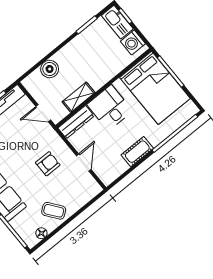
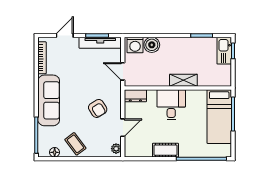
washing machine: (133, 42) -> (135, 45), moved, turned -90
bed: (155, 88) -> (219, 117), width x0.67
shelving: (79, 97) -> (183, 80), moved
dresser: (76, 122) -> (135, 96), width x0.70
armchair: (48, 164) -> (98, 108), turned 58
plant: (93, 186) -> (116, 149), added

